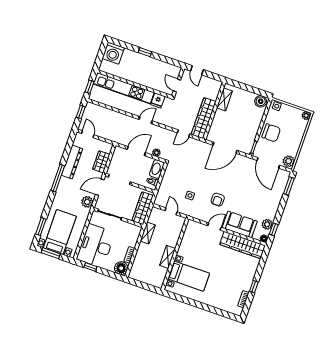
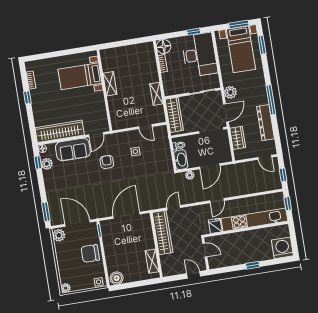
wall: (175, 254) -> (104, 90), moved
shelving: (168, 257) -> (110, 84), moved
bed with nightstands: (189, 276) -> (80, 76), moved

